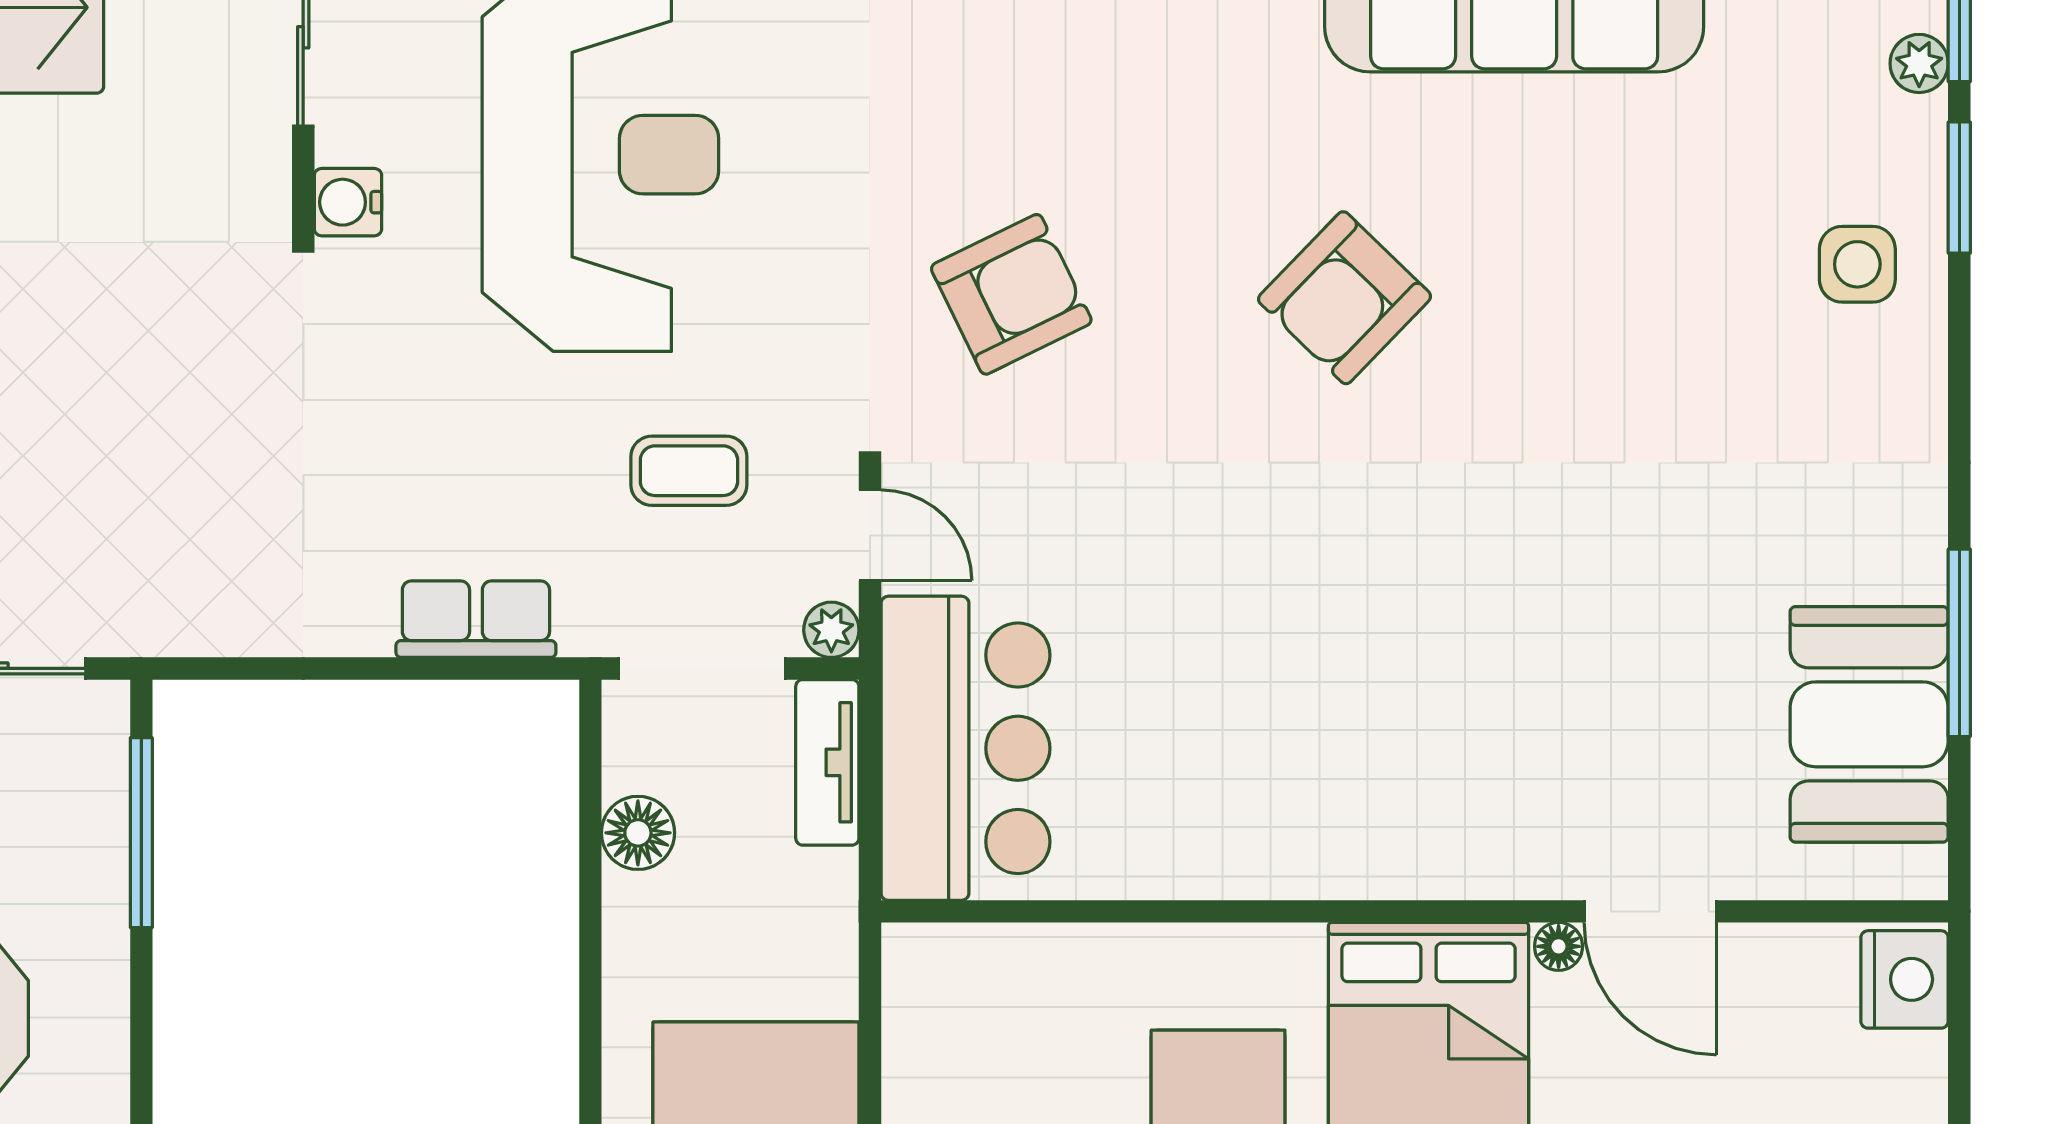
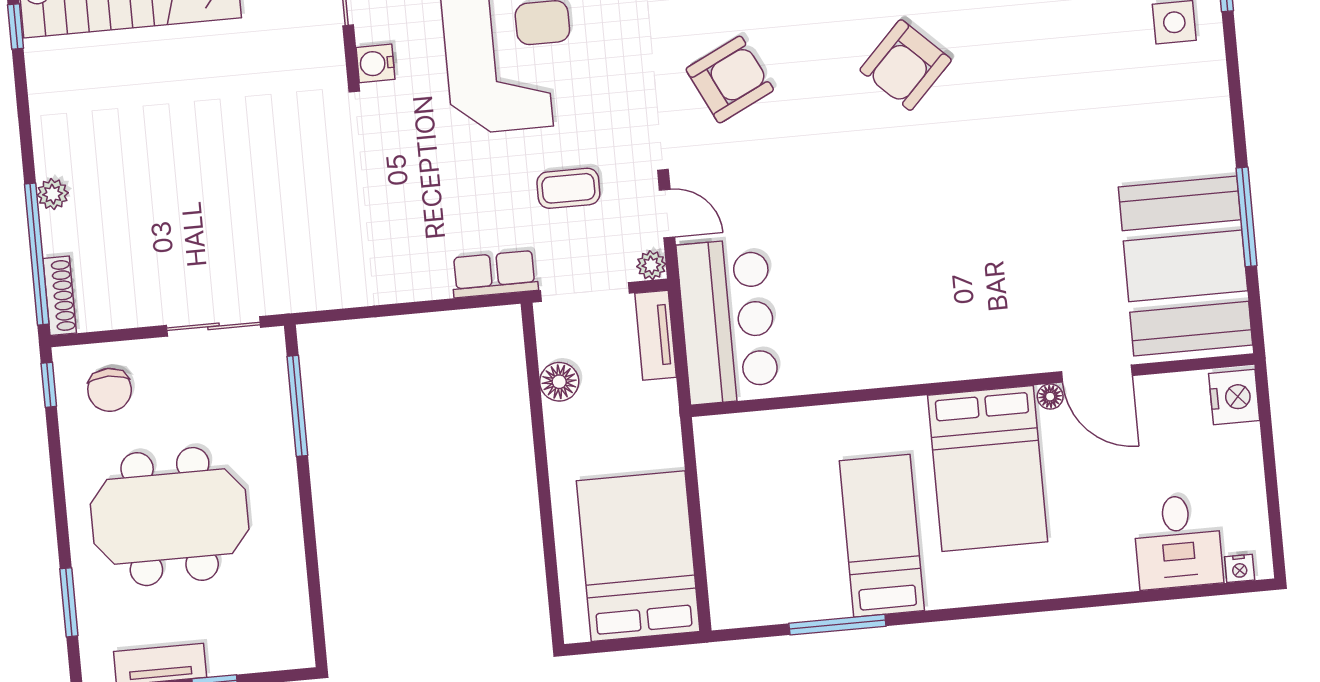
row of seats: (476, 619) -> (494, 274), moved
booth: (1869, 724) -> (1185, 266), width x1.36, depth x1.42

